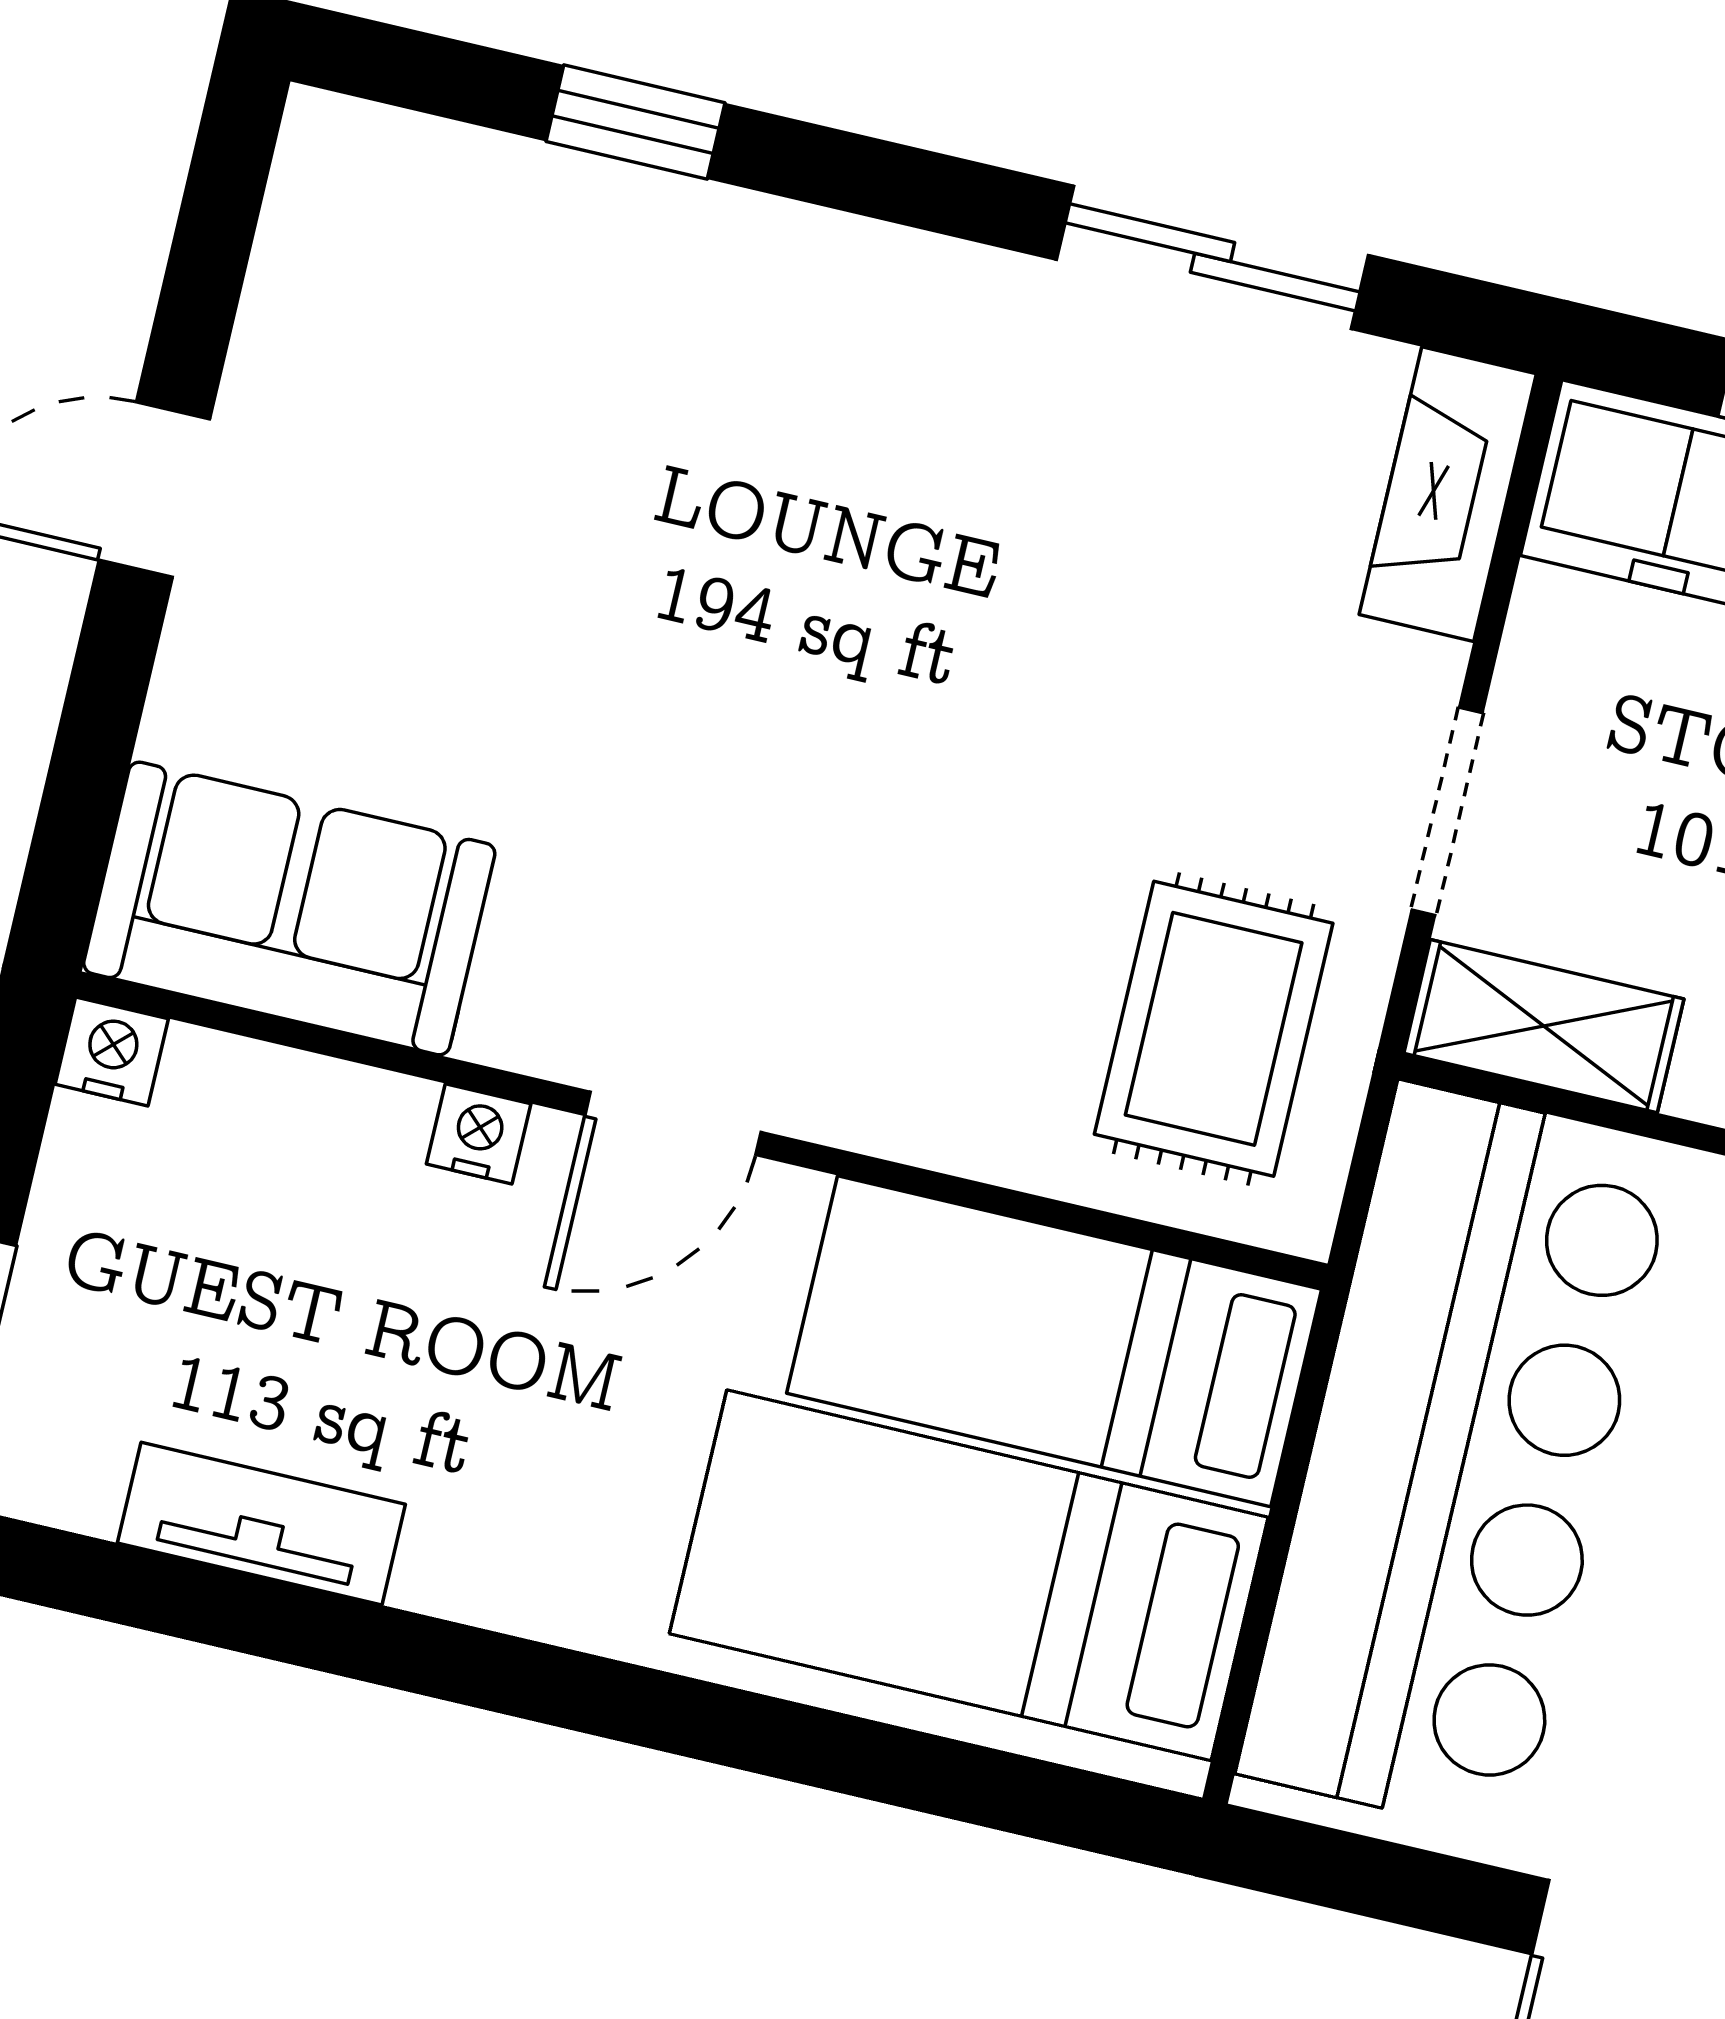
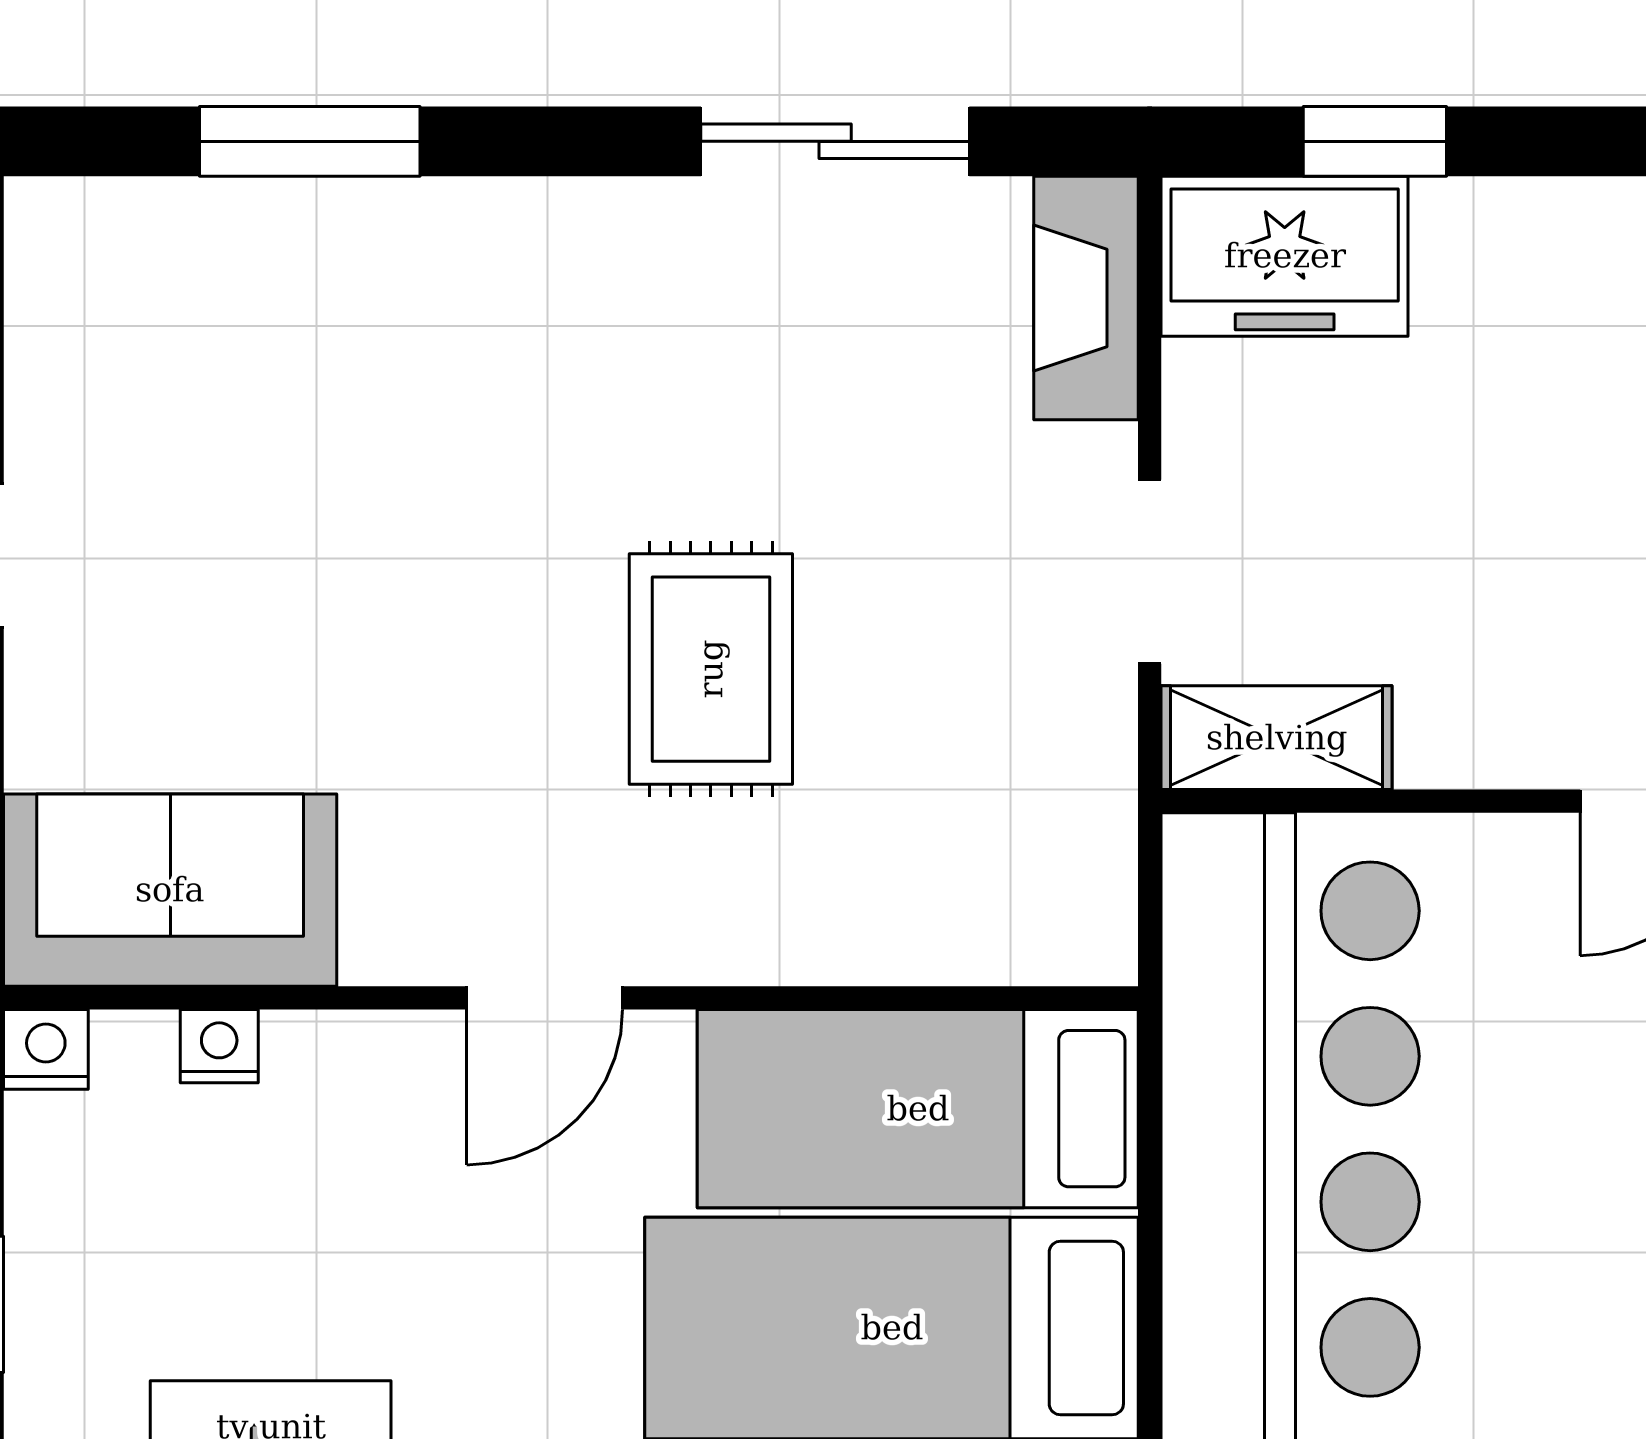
window: (636, 122) -> (310, 141), width x1.50
rug: (1214, 1029) -> (711, 669), moved
nightstand: (479, 1134) -> (219, 1046), moved

